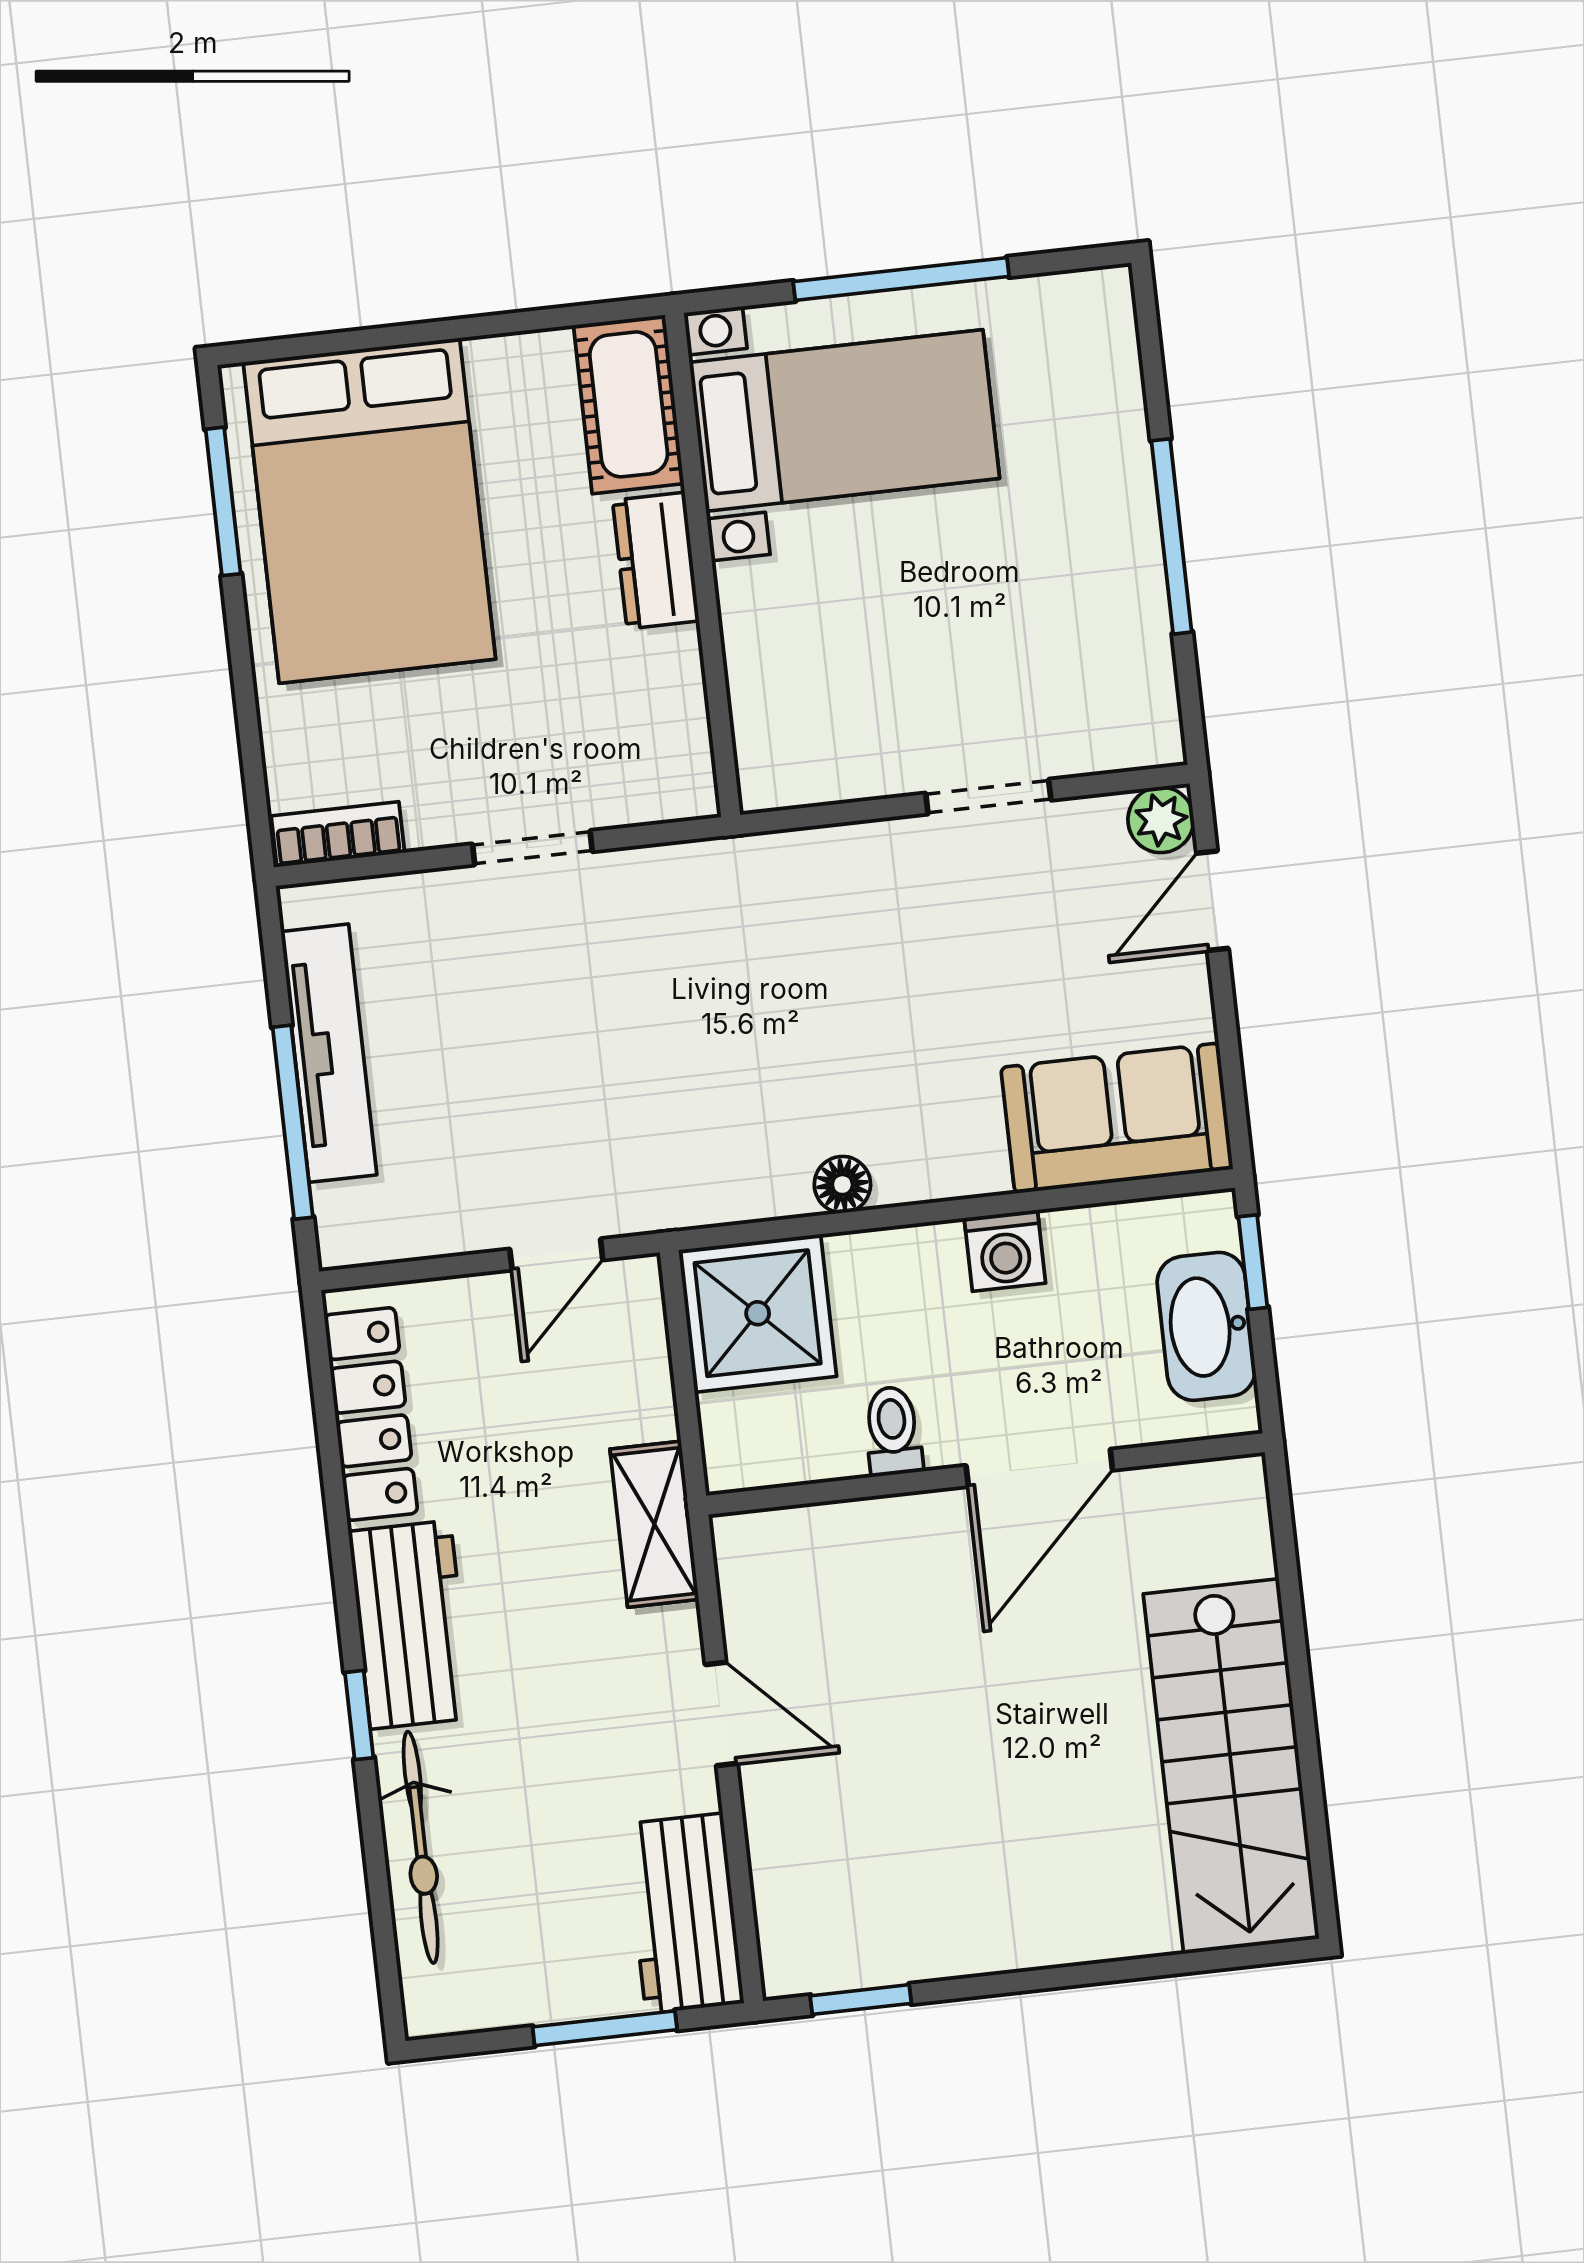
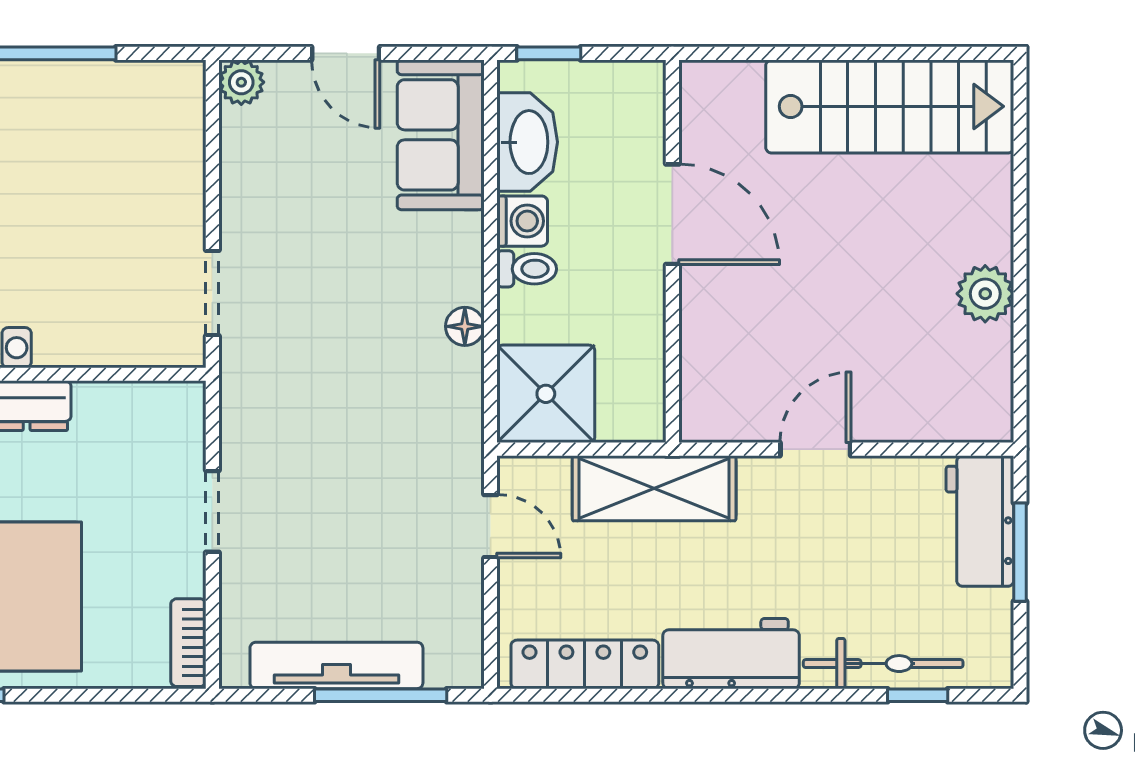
doorway: (988, 797) -> (212, 293), moved
door: (1212, 901) -> (346, 53), moved
washbasin: (1206, 1326) -> (527, 142), moved, turned -90
toilet: (893, 1431) -> (527, 269), moved, turned 180
shelving: (654, 1524) -> (654, 488), width x1.50, depth x1.33
window: (359, 1715) -> (918, 695), moved
workbench: (684, 1914) -> (980, 521), moved, turned 90
plant: (975, 1935) -> (985, 294), added
window: (861, 2000) -> (1020, 376), removed

